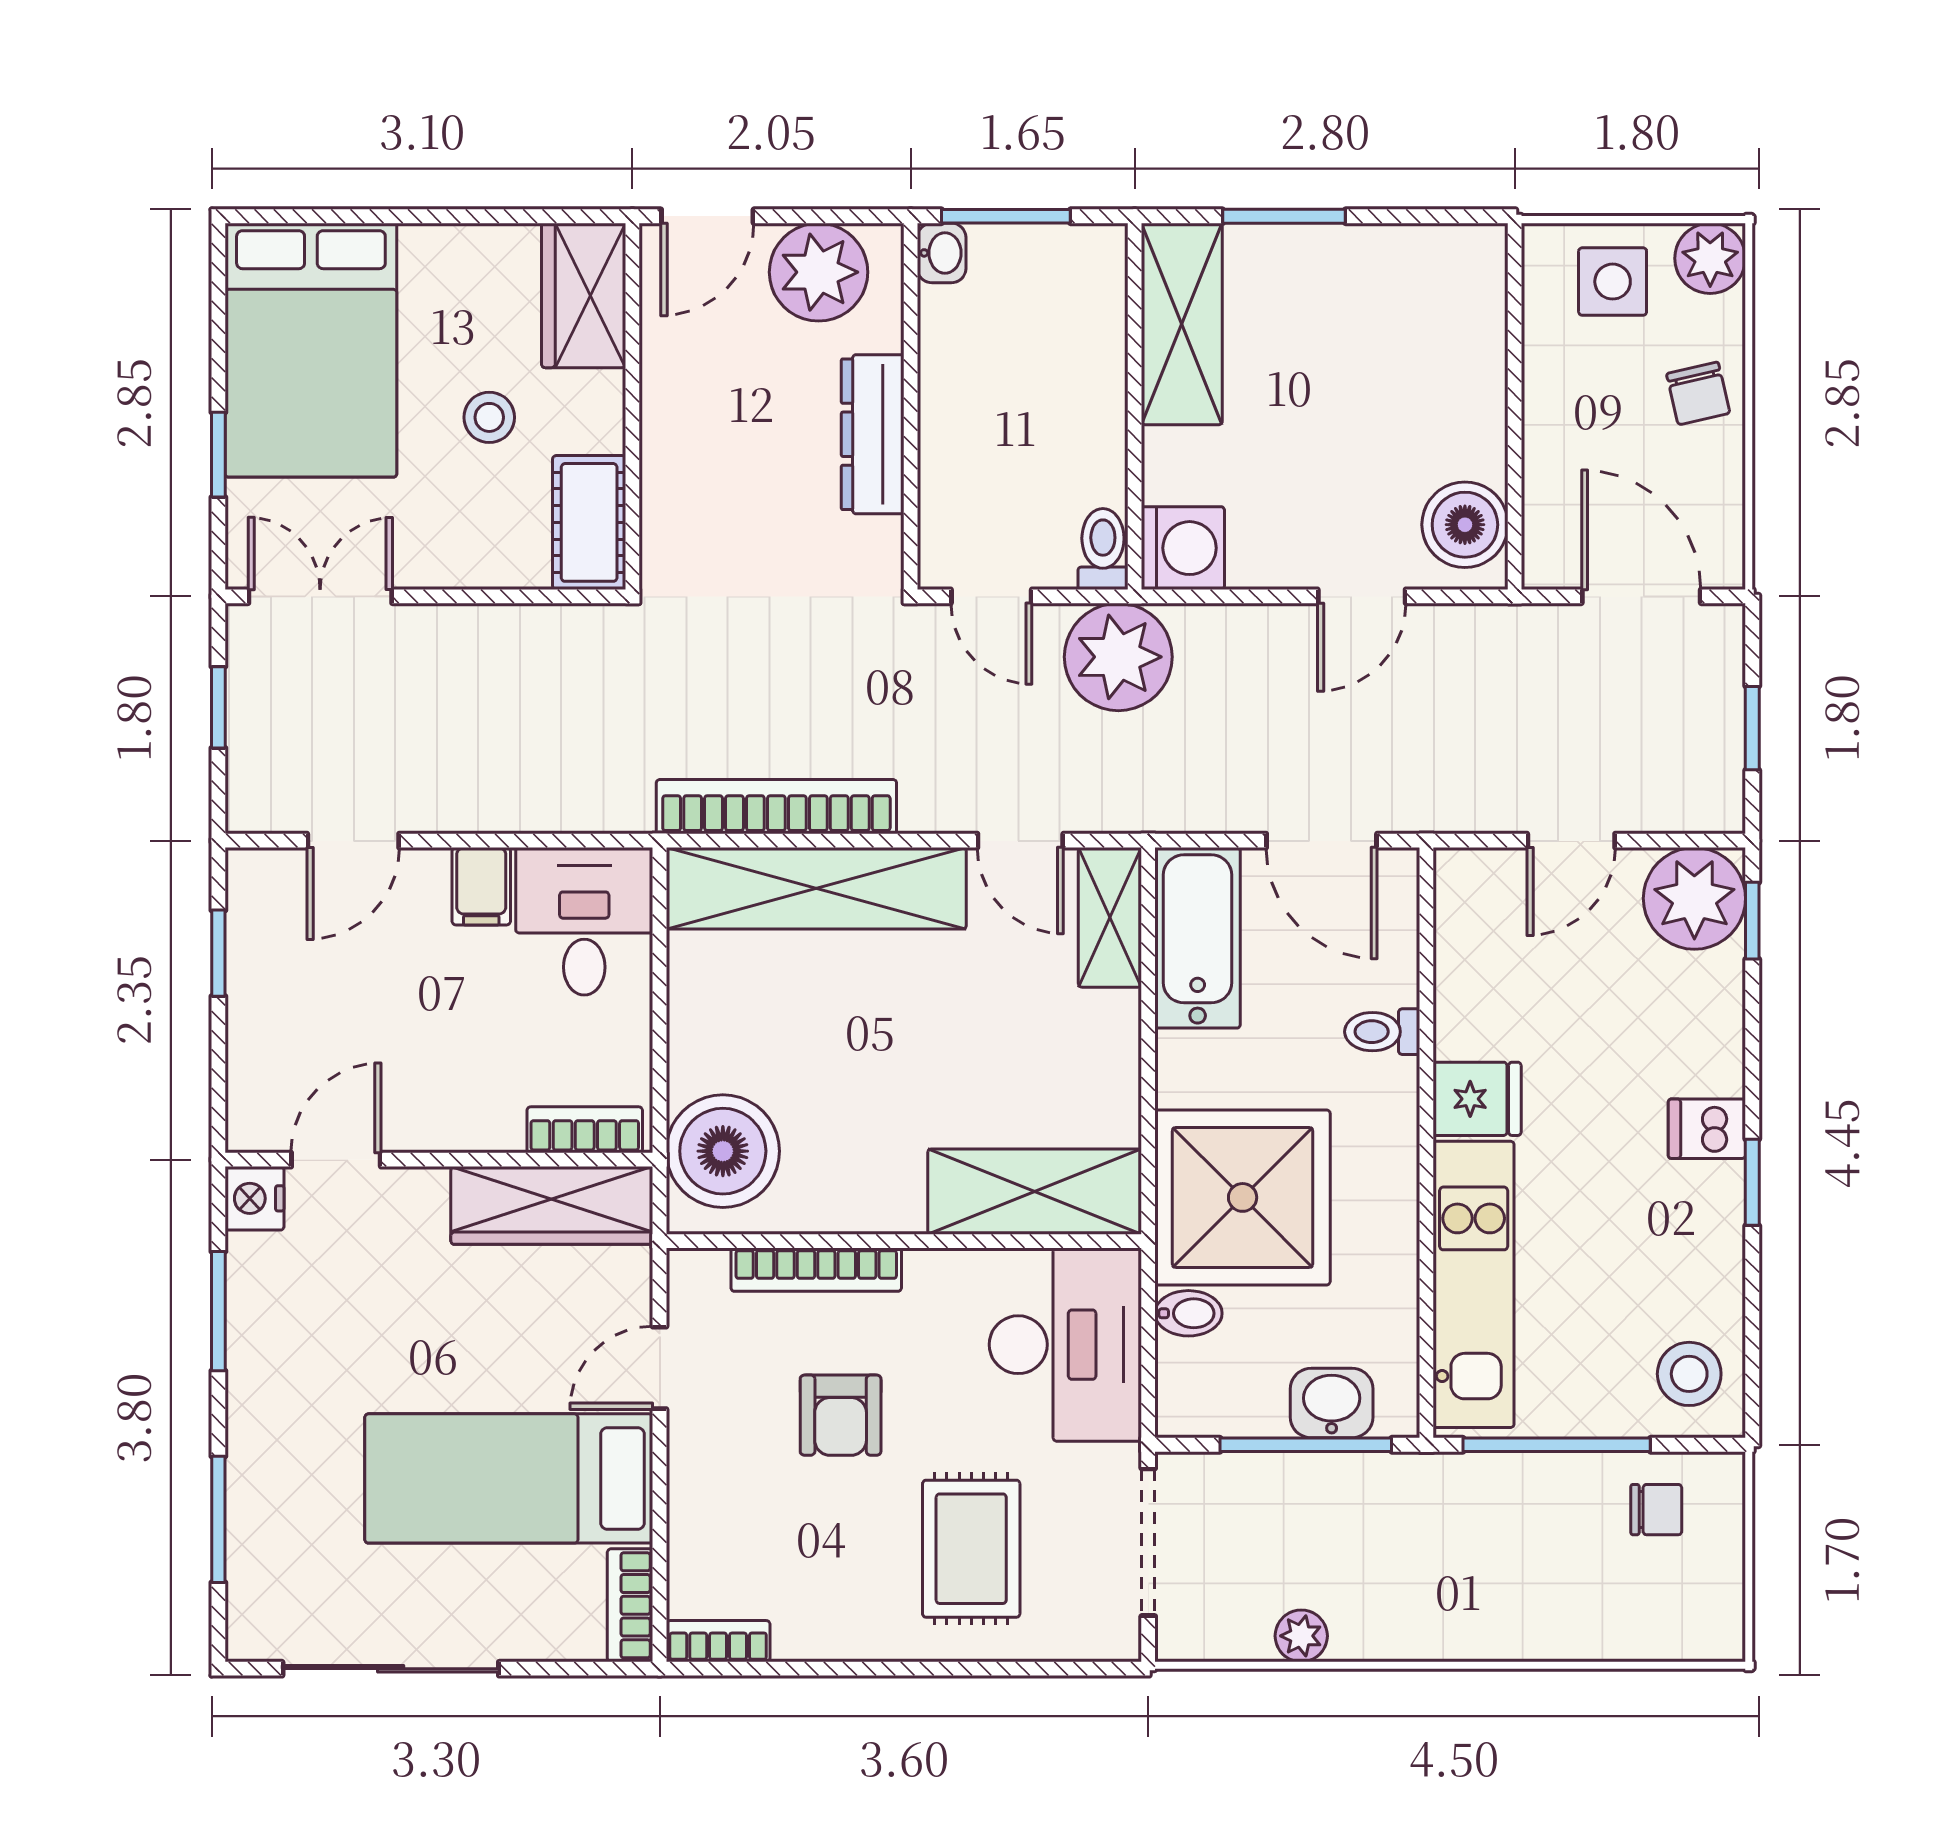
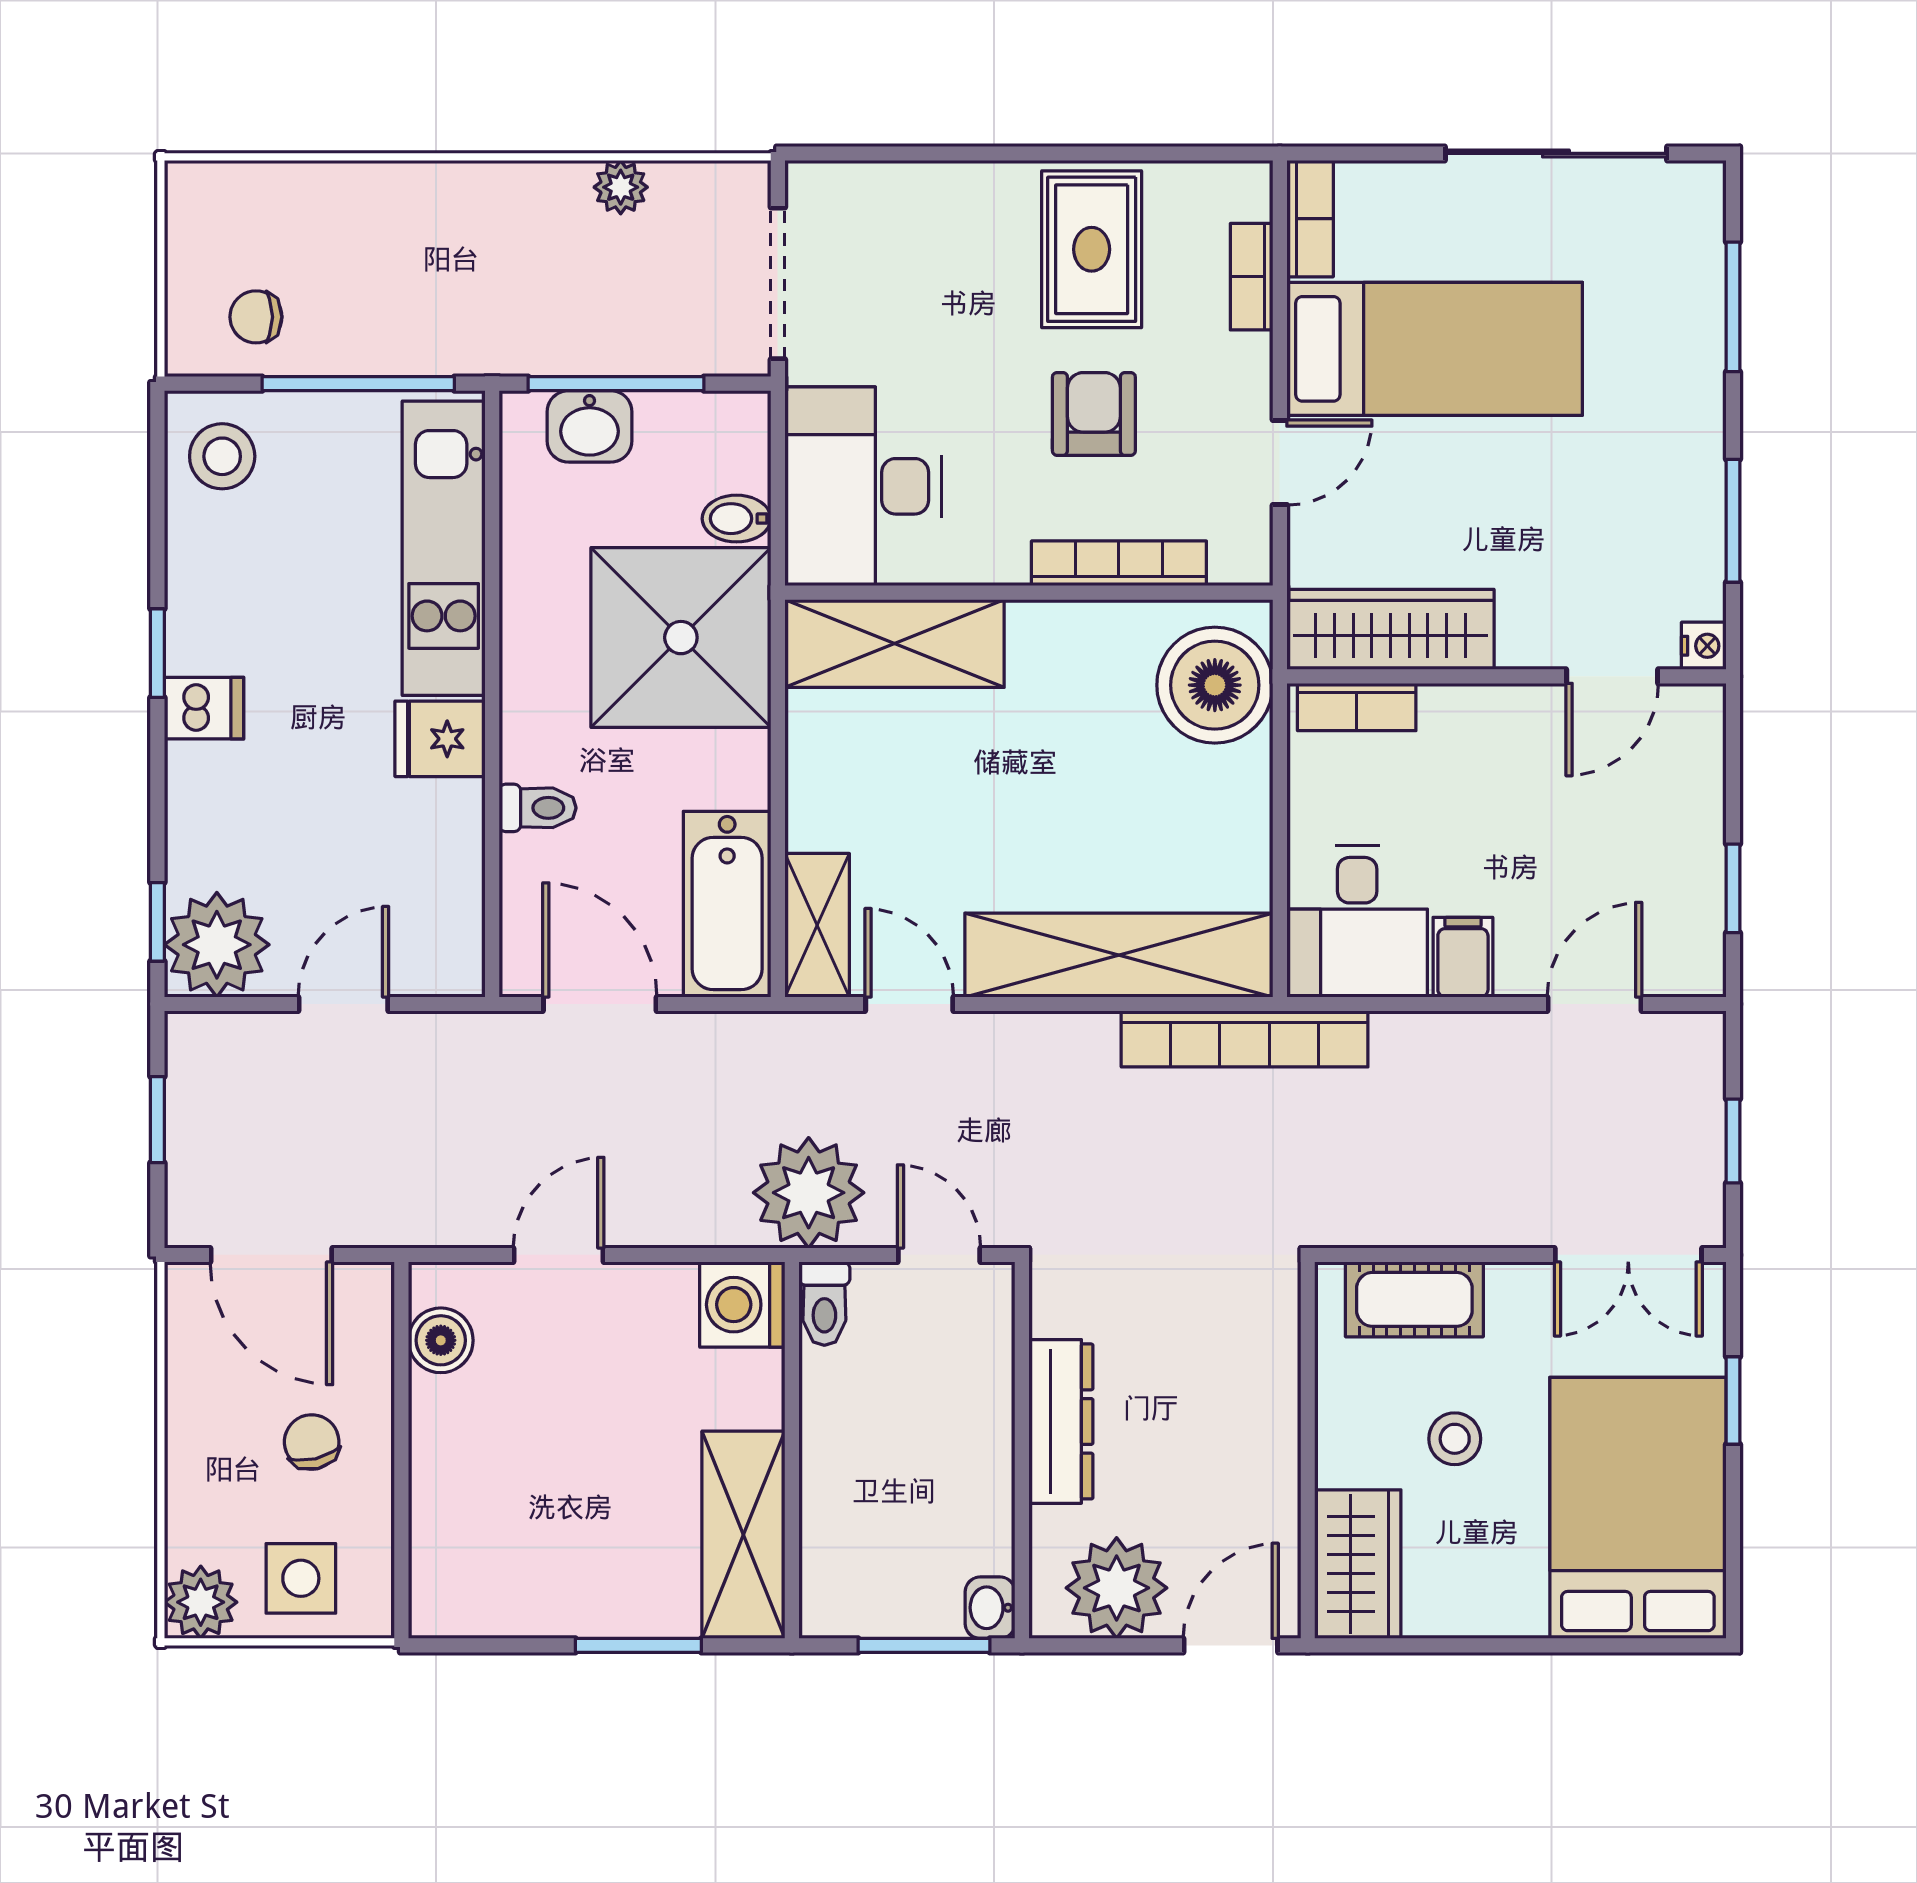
chair: (1698, 393) -> (312, 1442), moved
cot: (589, 522) -> (1414, 1299), moved, turned 90
boiler: (1465, 525) -> (441, 1340), width x0.73, depth x0.73
bookcase: (776, 807) -> (1245, 1039), moved
nightstand: (254, 1198) -> (1704, 646), width x0.72, depth x0.74
rug: (971, 1549) -> (1092, 249), moved
bookcase: (718, 1641) -> (1252, 277), moved, turned 90

